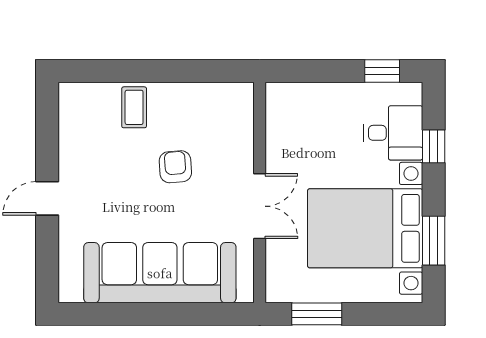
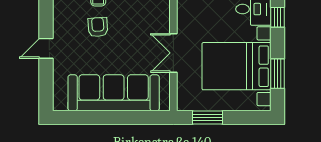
armchair: (175, 167) -> (98, 27), moved
double door: (260, 206) -> (173, 53), swing flipped

